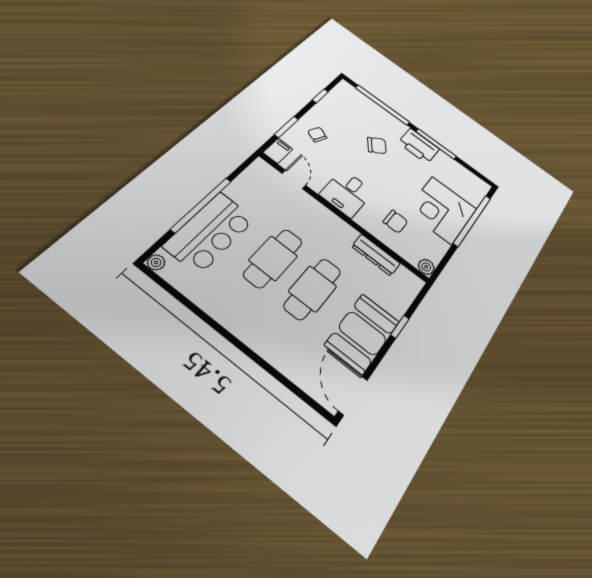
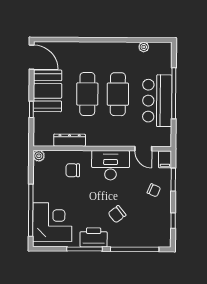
desk: (347, 193) -> (111, 165), width x1.37
corner desk: (442, 210) -> (52, 222), moved
bar counter: (210, 232) -> (157, 101), moved
plant: (156, 262) -> (144, 47), moved

